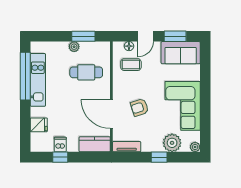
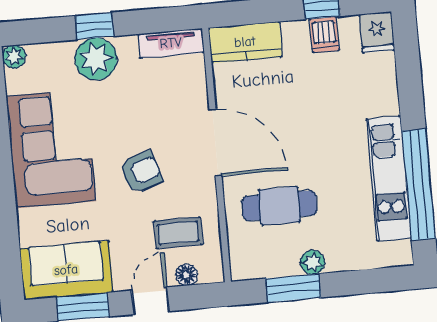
armchair: (140, 107) -> (141, 172), moved
door: (111, 114) -> (216, 143), moved
fridge: (39, 125) -> (377, 32), moved, turned -90
plant: (172, 143) -> (96, 59), moved

